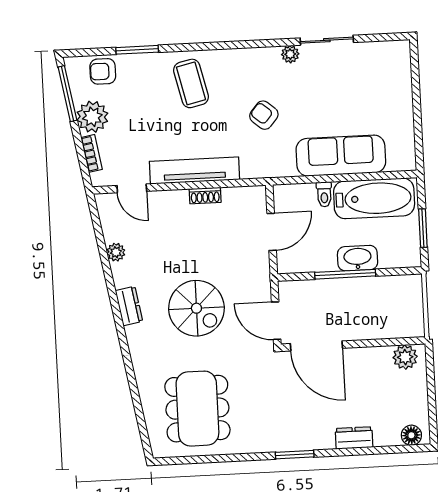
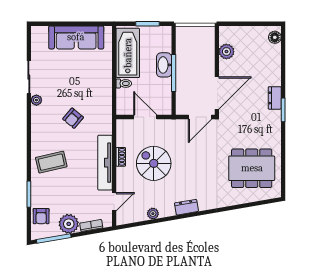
sofa: (341, 156) -> (76, 37), moved, turned -90
spiral stairs: (196, 308) -> (154, 163), moved, turned -90
plant: (405, 357) -> (226, 52), moved
dresser: (354, 438) -> (275, 98), moved

